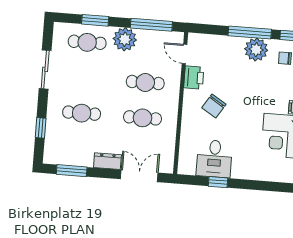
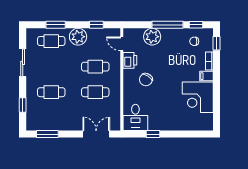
window: (151, 25) -> (96, 25), width x0.46
plant: (256, 50) -> (152, 37), moved
desk: (214, 159) -> (135, 117), moved
dresser: (107, 161) -> (73, 125), removed

